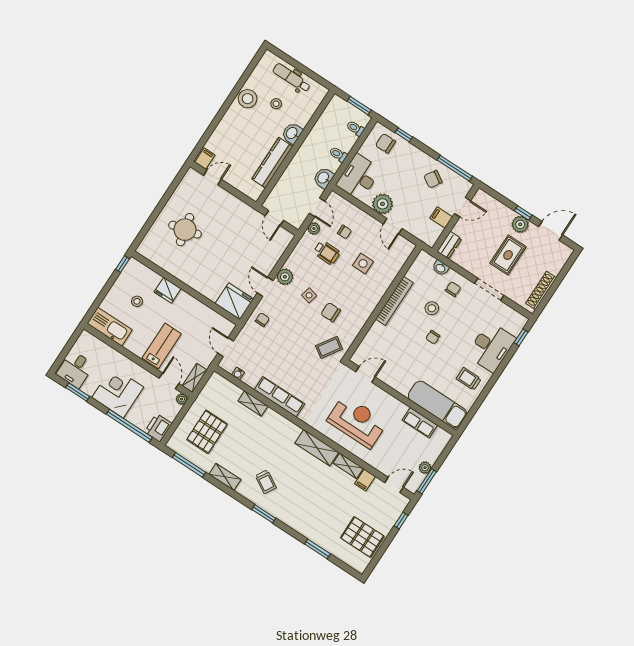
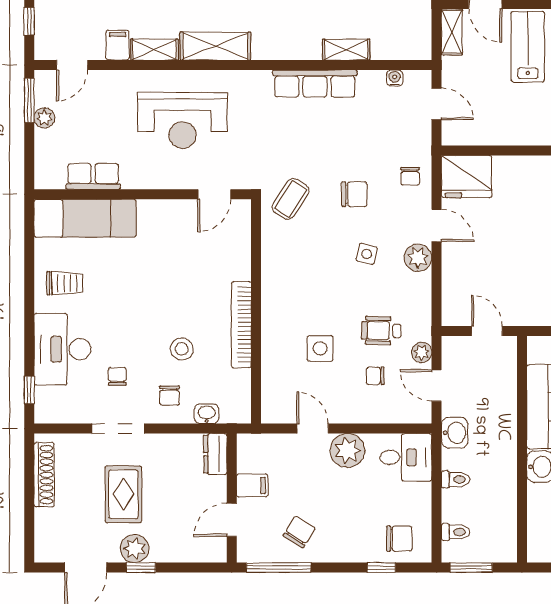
desk: (359, 177) -> (406, 457), width x0.73
chair: (331, 312) -> (354, 194), moved
chair: (433, 337) -> (117, 376), moved
lab bench: (162, 346) -> (528, 47), turned 180

